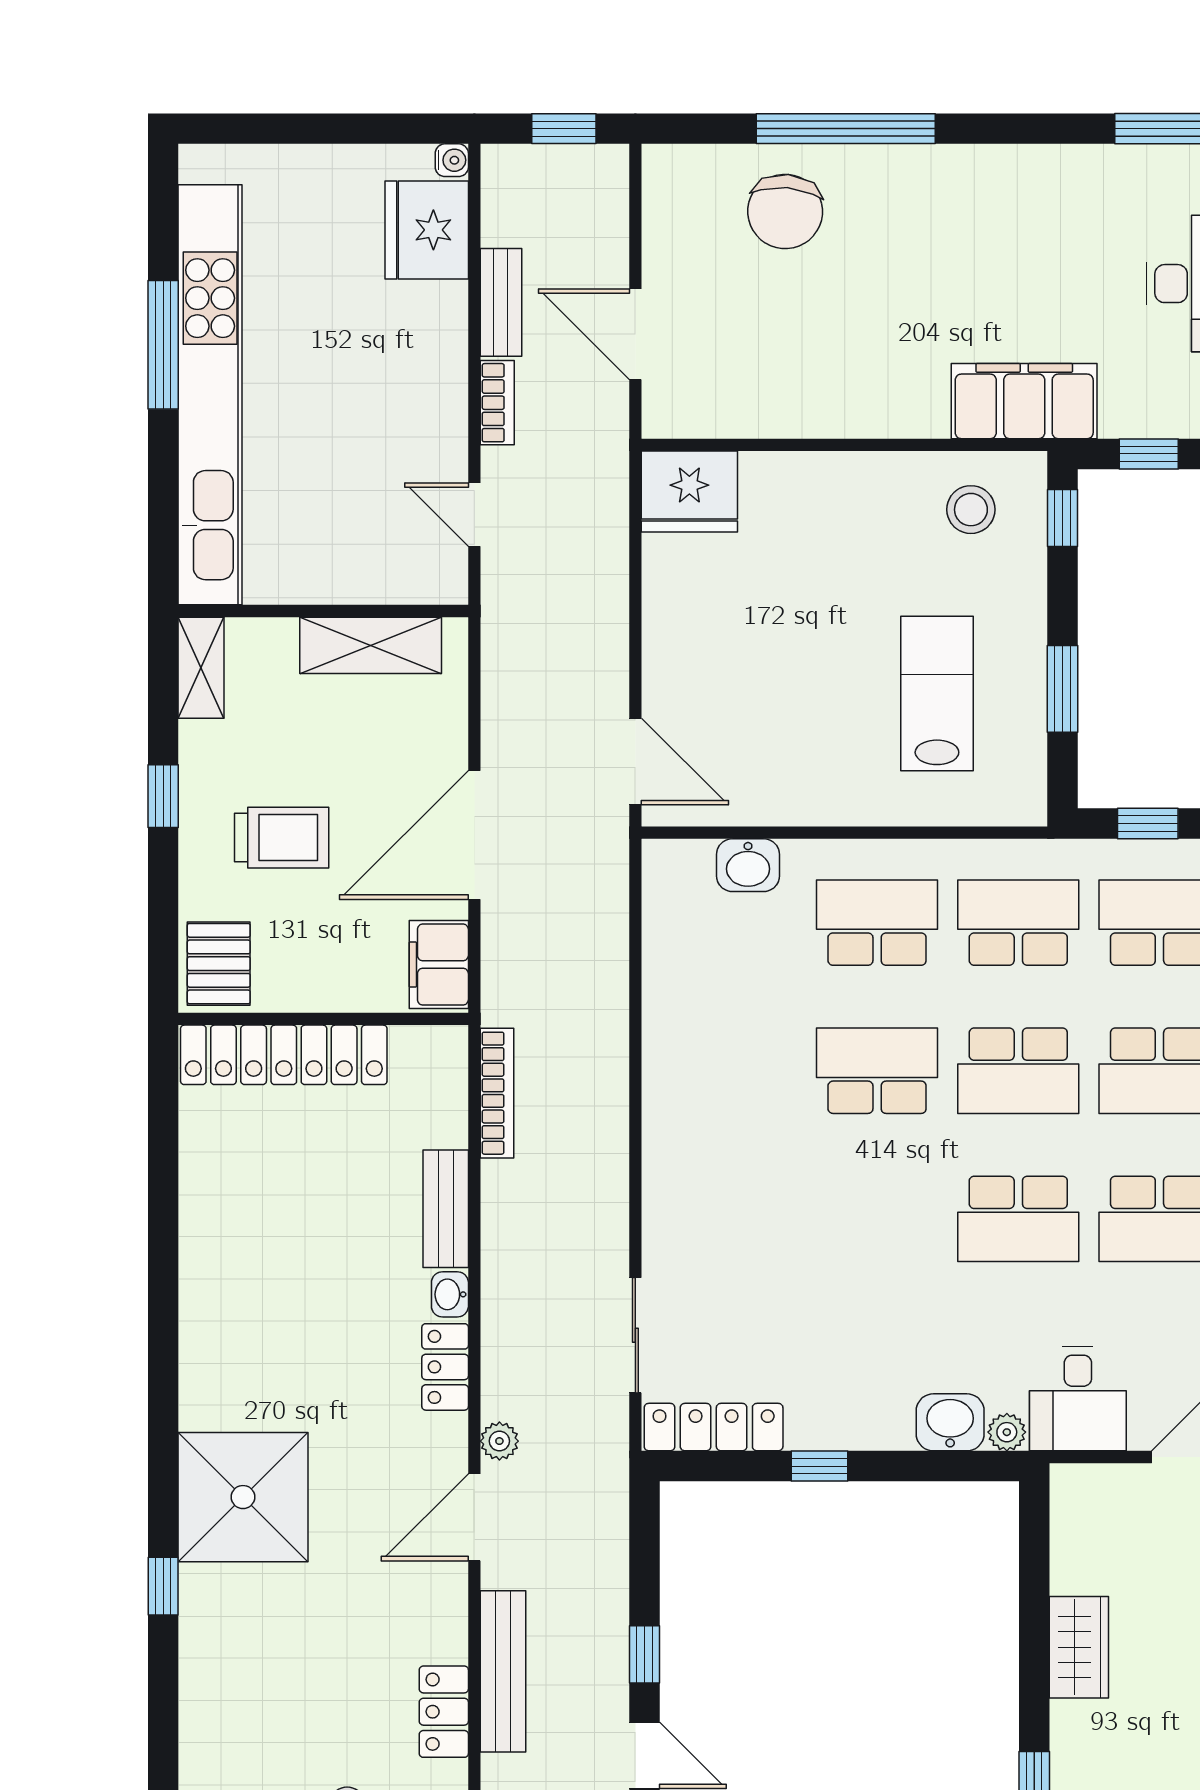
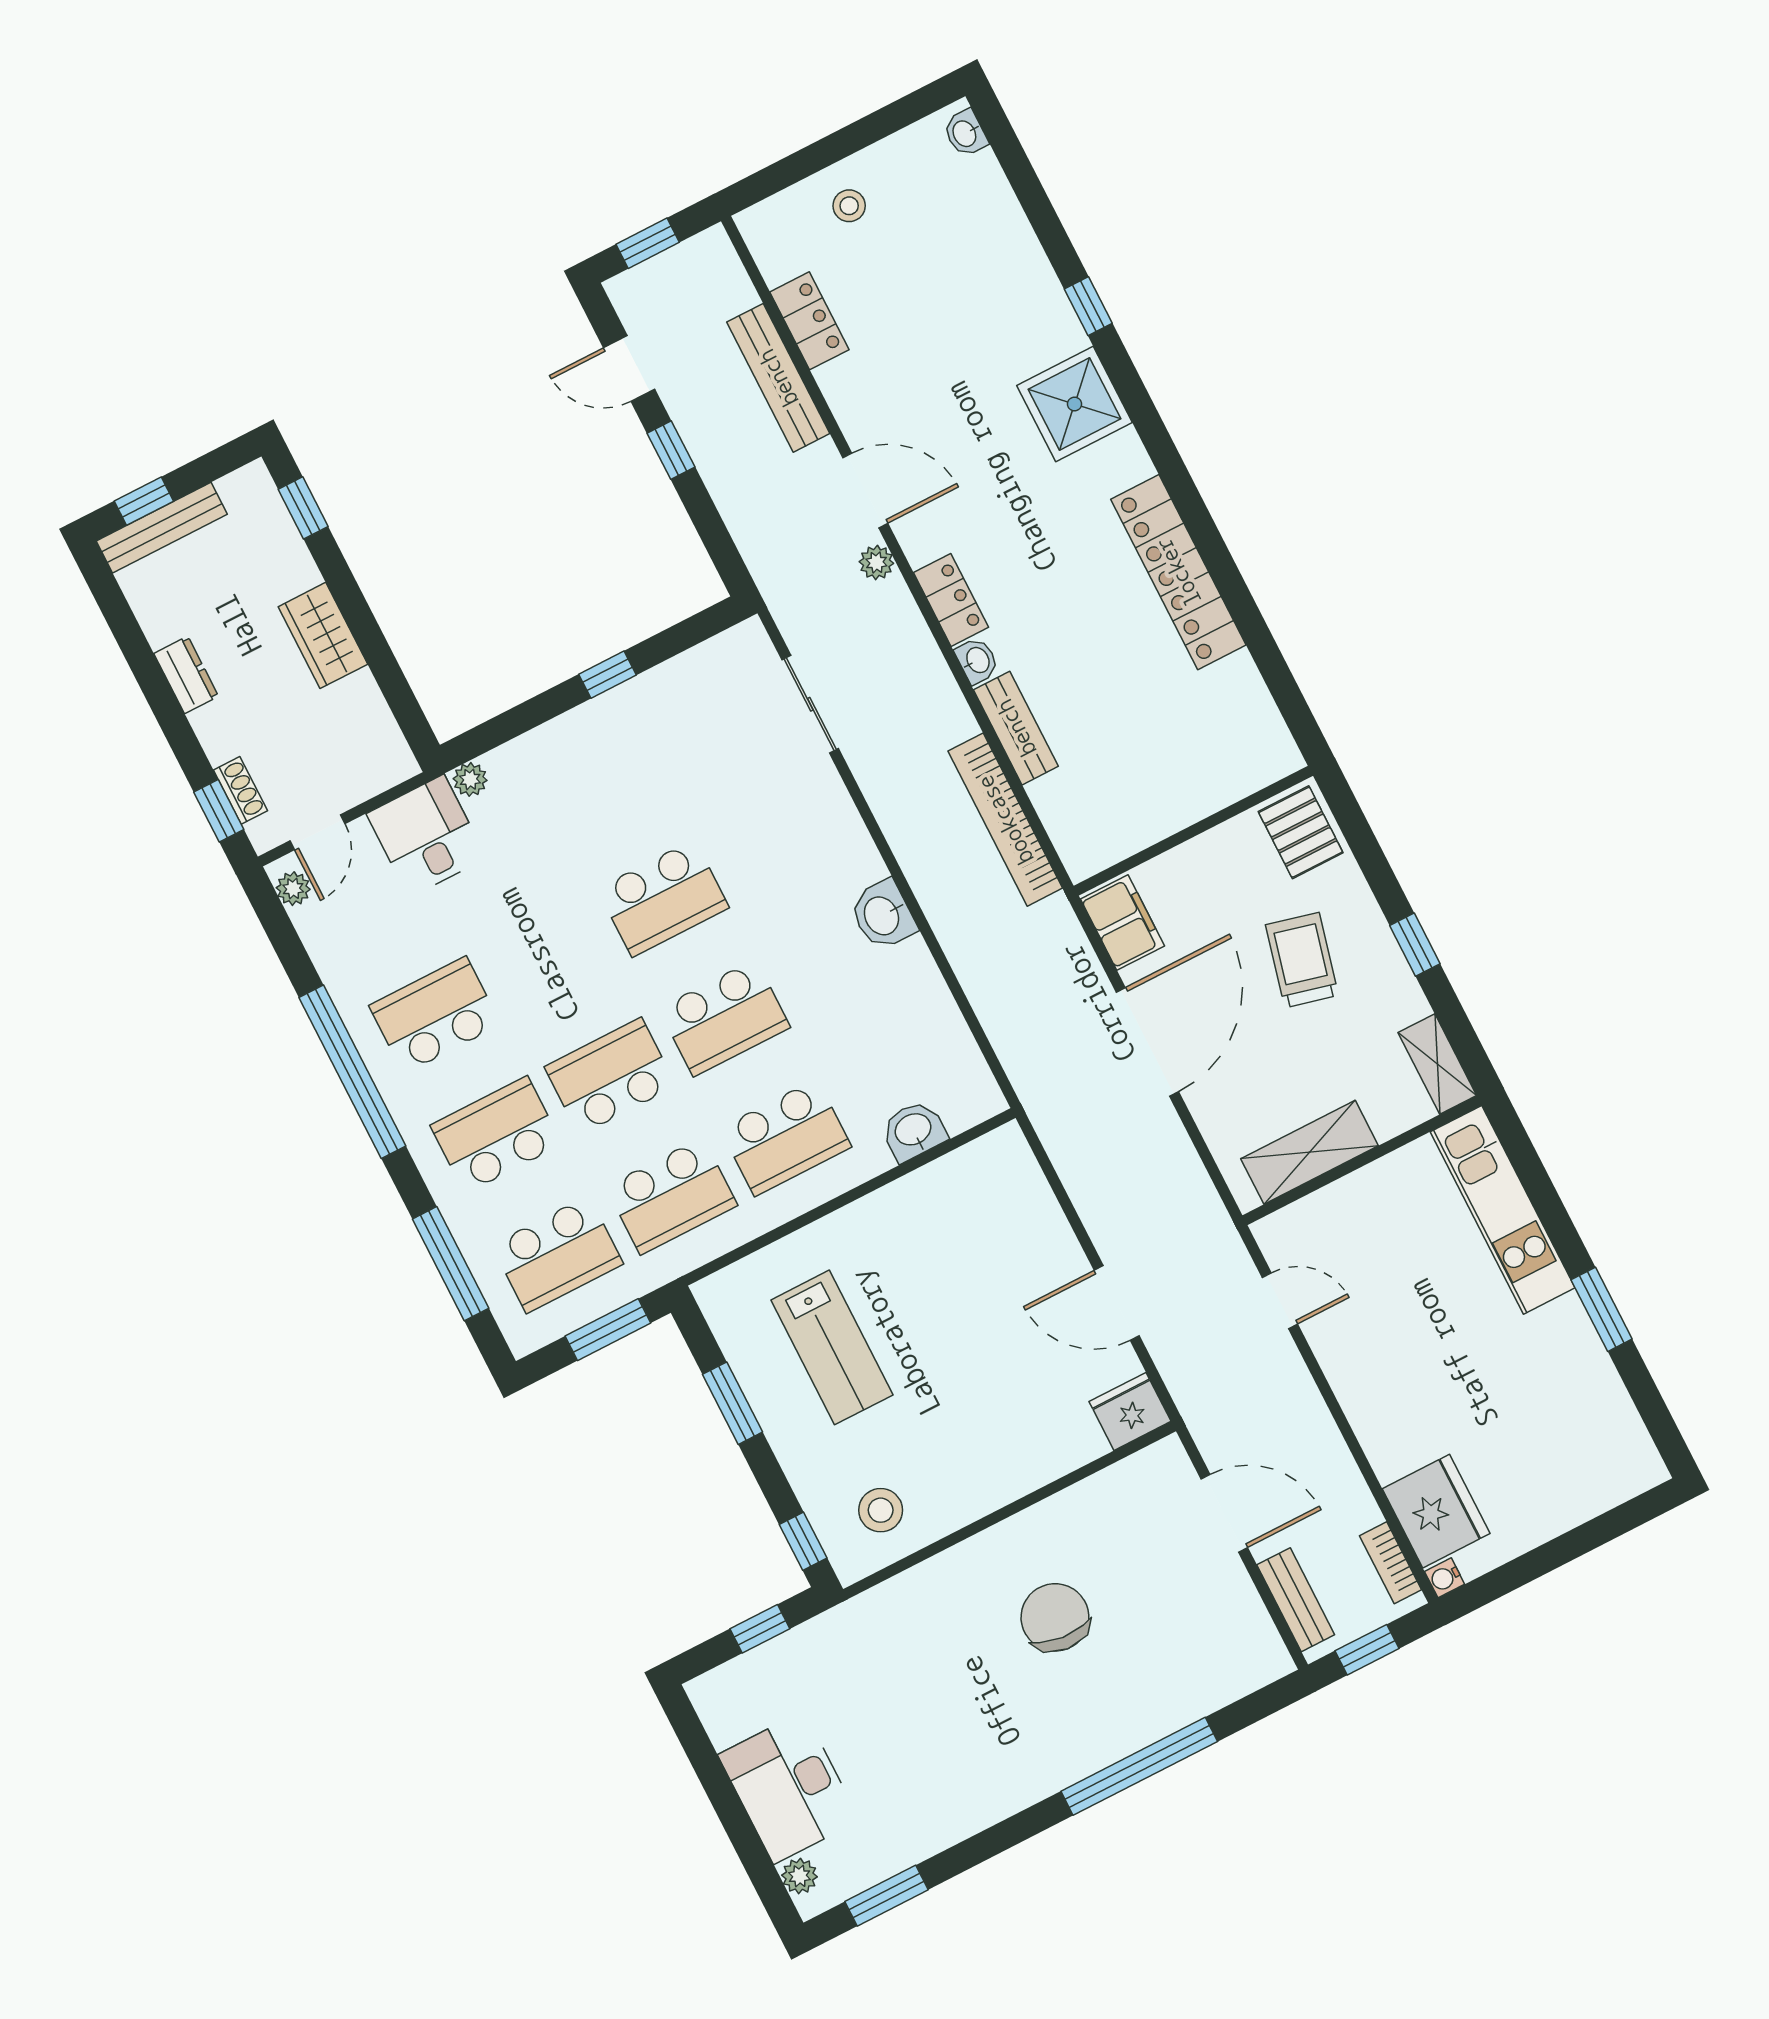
chair: (785, 211) -> (1055, 1617), moved
bench: (501, 302) -> (1296, 1600), moved
window: (163, 345) -> (1602, 1309), width x0.69
kitchen unit: (210, 395) -> (1503, 1210), width x0.54
filing cabinet: (1024, 401) -> (882, 1620), removed
bookcase: (497, 403) -> (1390, 1563), moved
fridge: (689, 492) -> (1130, 1411), width x0.73, depth x0.75
door: (635, 761) -> (1117, 1303), moved
window: (1148, 824) -> (608, 1330), width x1.50
trolley: (282, 838) -> (1302, 960), turned 104
locker: (284, 1055) -> (1178, 572), moved, turned -90
bookcase: (497, 1093) -> (1005, 820), width x1.48, depth x1.31
school desk: (1018, 1219) -> (663, 898), moved, turned 180
washbasin: (950, 1422) -> (883, 915), moved, turned 90
locker: (714, 1427) -> (709, 662), removed
shower: (243, 1497) -> (1075, 404), width x0.73, depth x0.73
door: (474, 1517) -> (865, 490), hinge flipped

